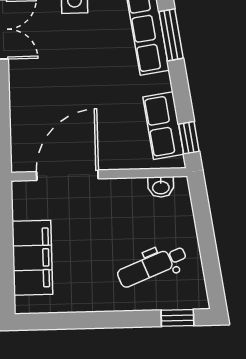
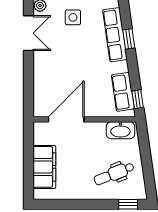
window: (171, 35) -> (129, 39), width x0.67
washbasin: (161, 187) -> (120, 130), width x1.91, depth x1.45

